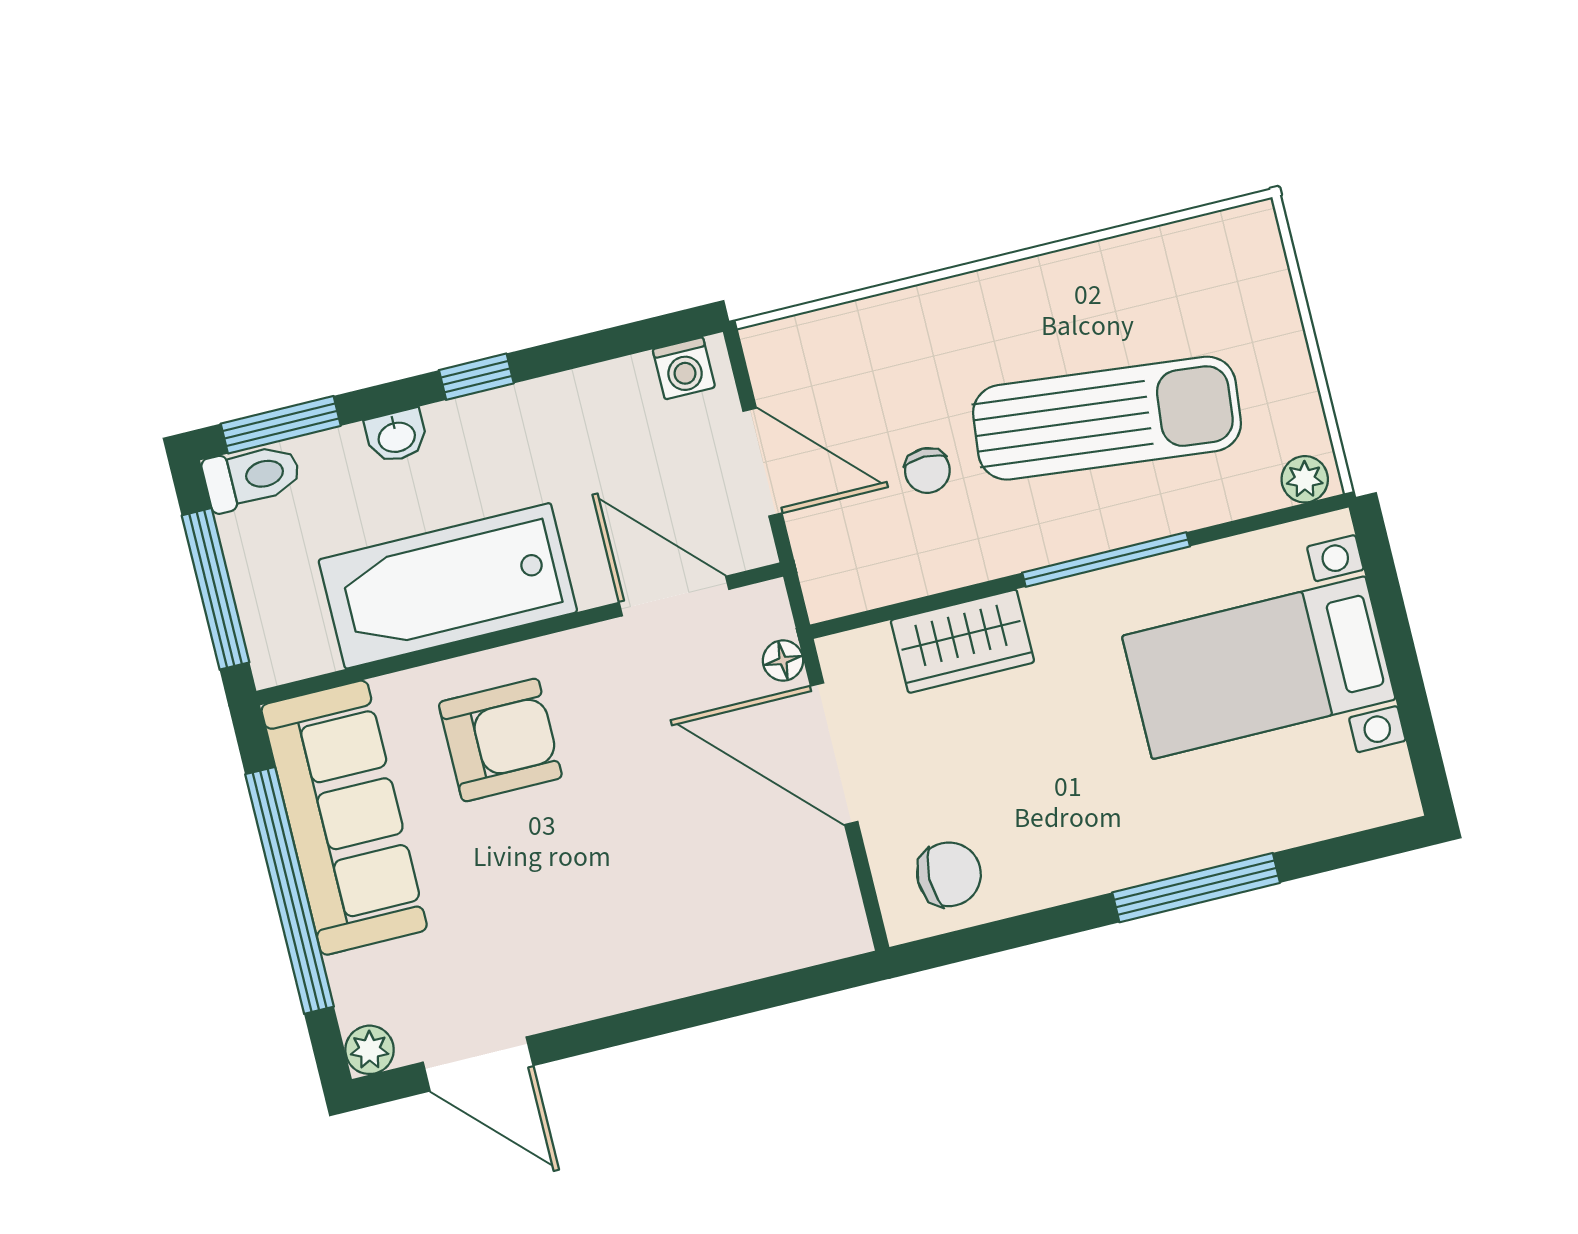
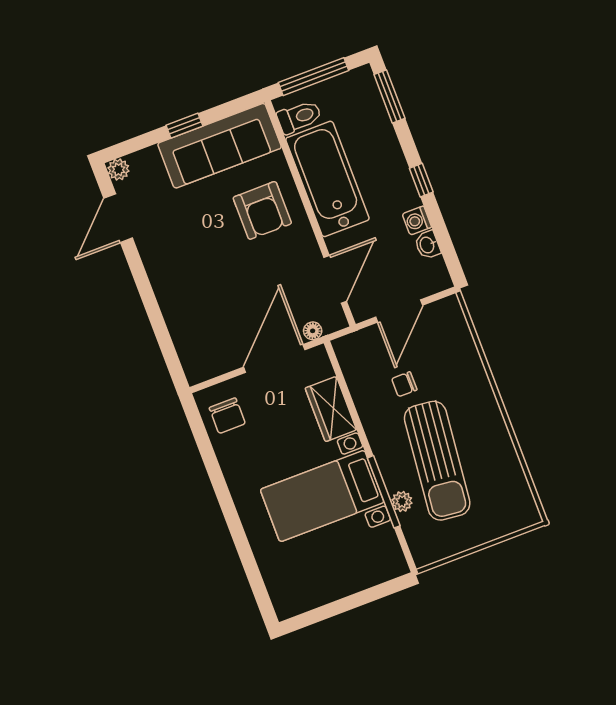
washing machine: (684, 368) -> (417, 221), moved
washbasin: (396, 436) -> (427, 245), moved
toilet: (252, 477) -> (299, 117), moved, turned -90
plant: (1305, 479) -> (402, 501), moved
window: (1106, 560) -> (384, 492), moved
bed with nightstands: (1259, 668) -> (322, 496), moved, turned -90
window: (1196, 888) -> (235, 525), removed
window: (290, 890) -> (184, 126), width x0.32

